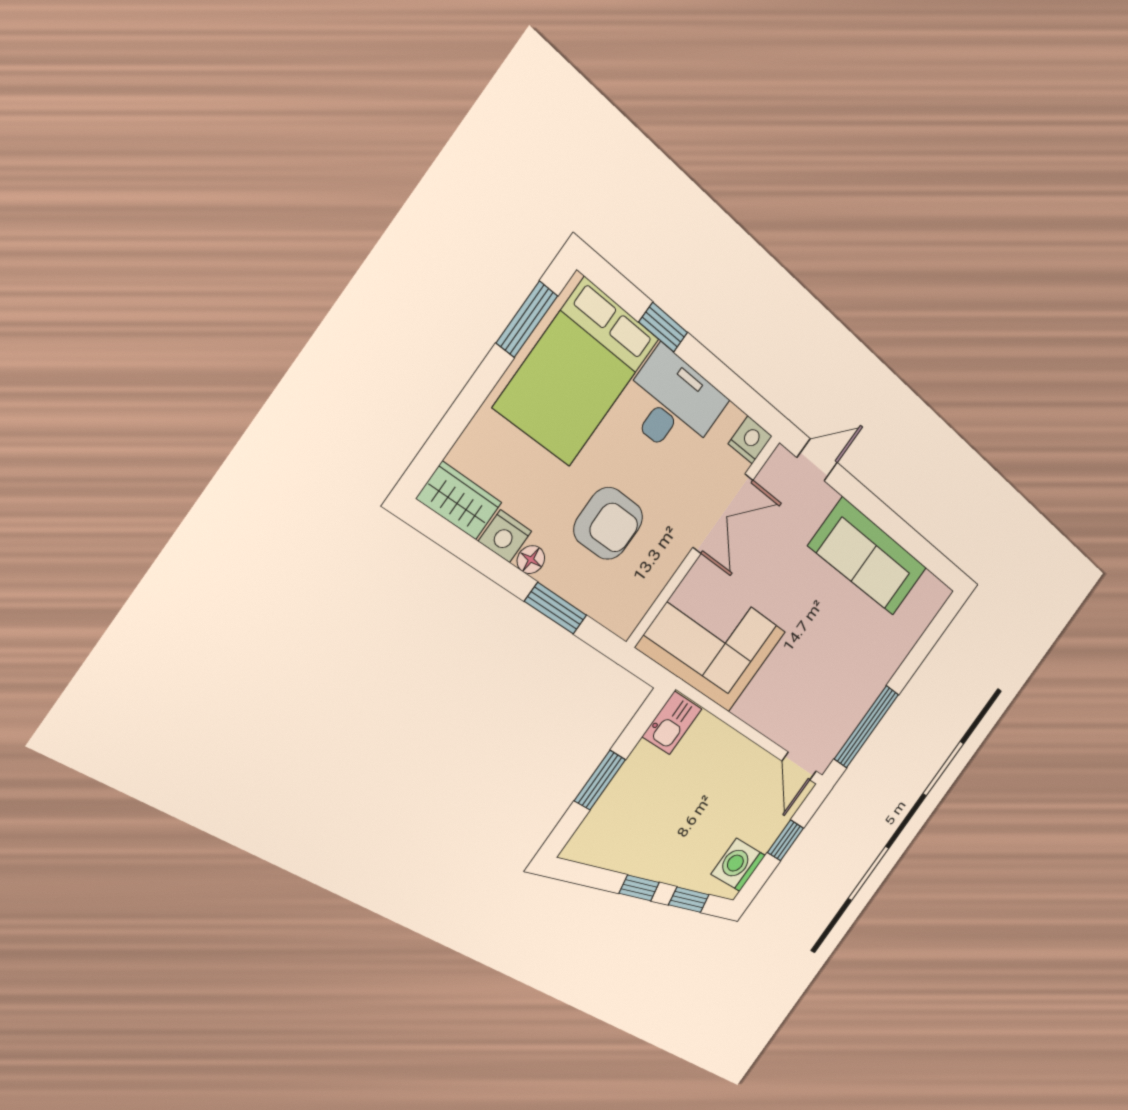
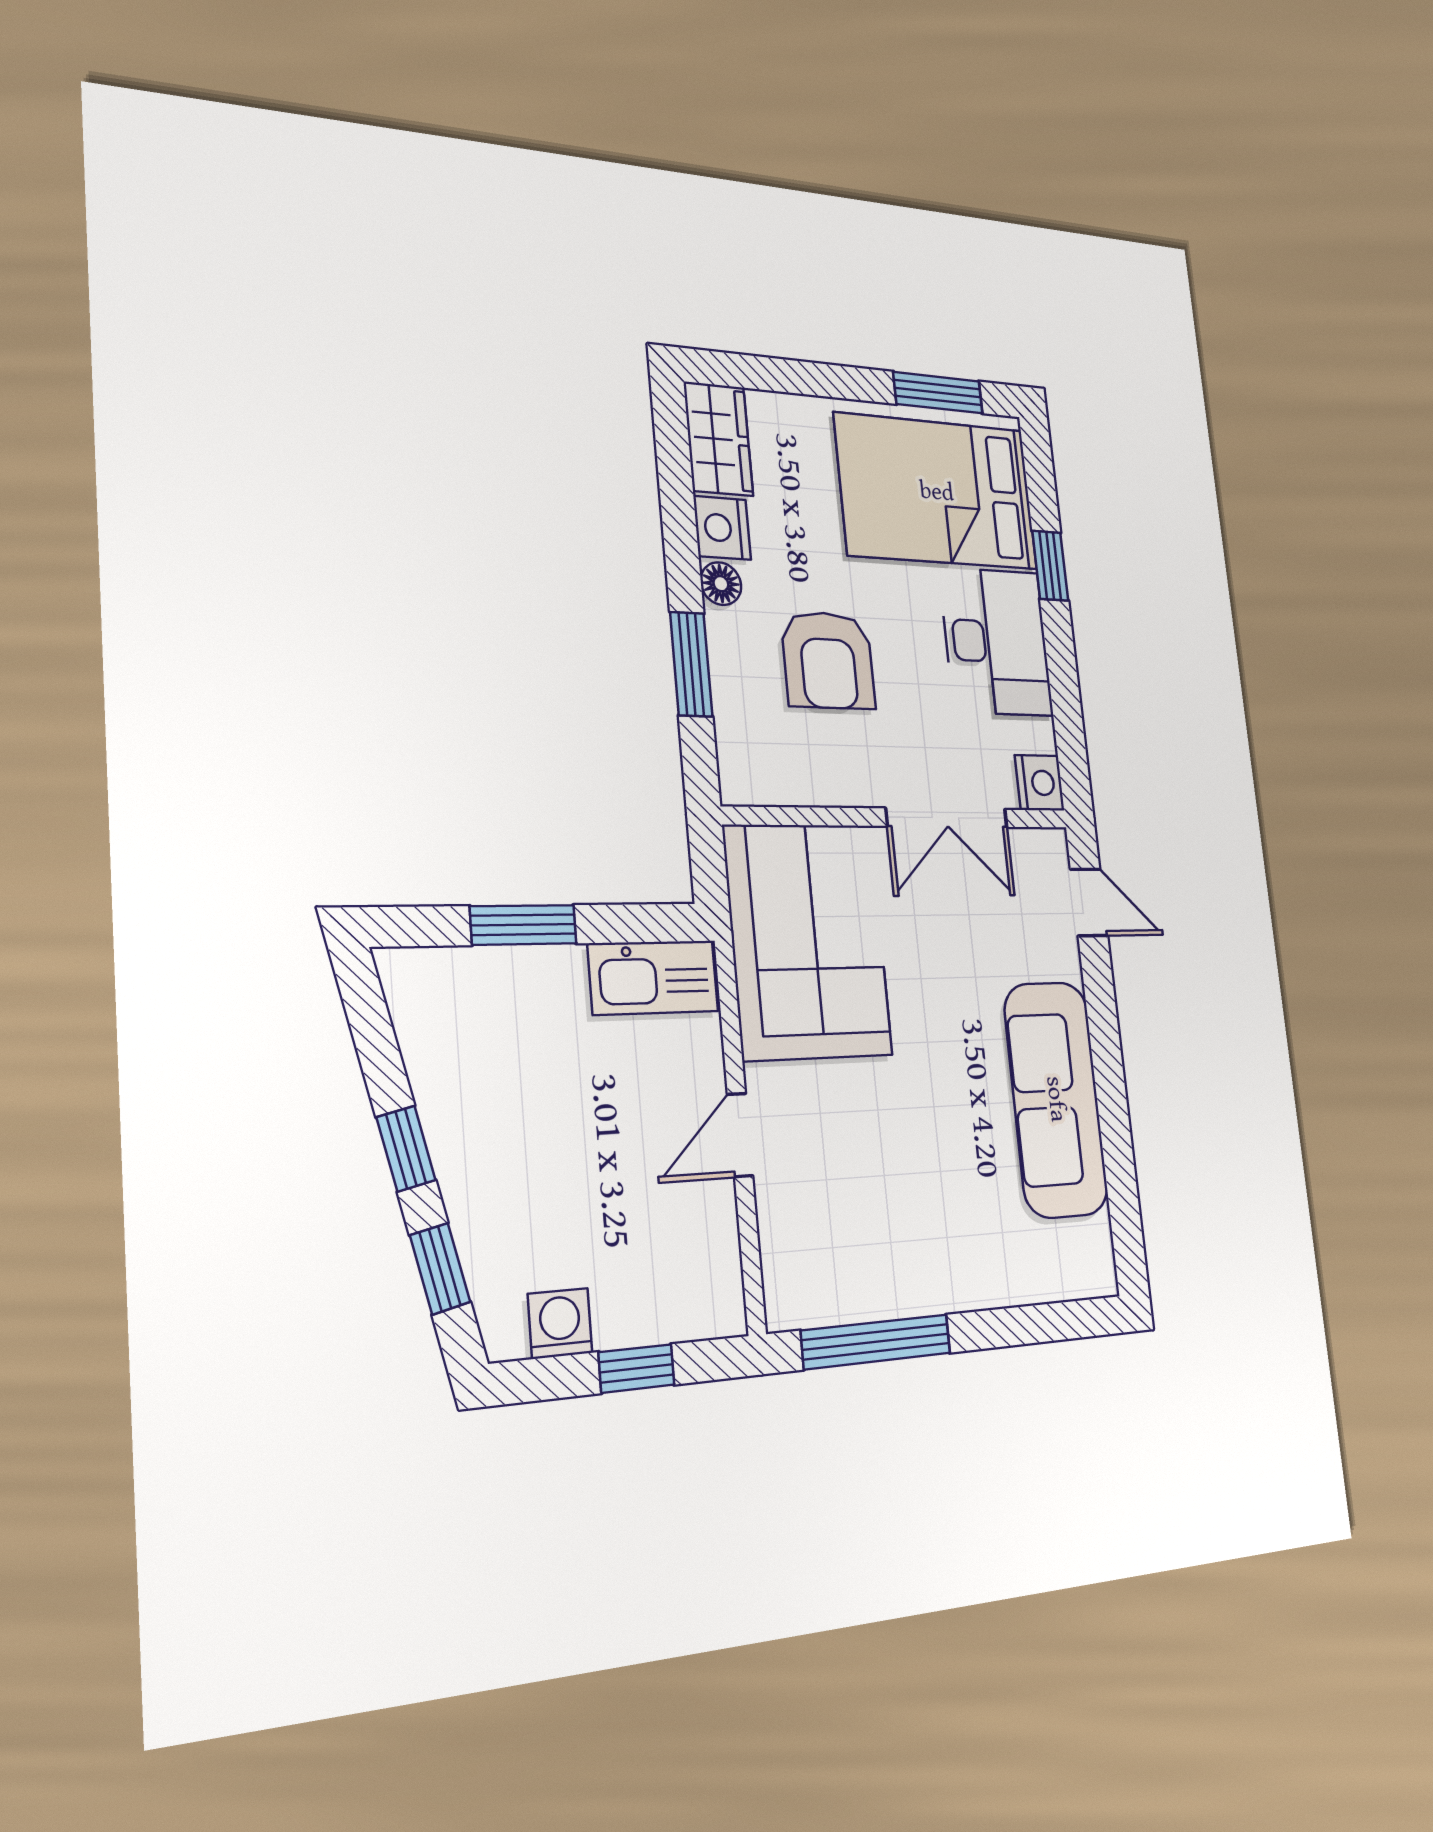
kitchen sink: (672, 723) -> (653, 977), width x1.38
door: (799, 766) -> (740, 1135), moved
washing machine: (738, 865) -> (560, 1323), width x0.73, depth x0.73

